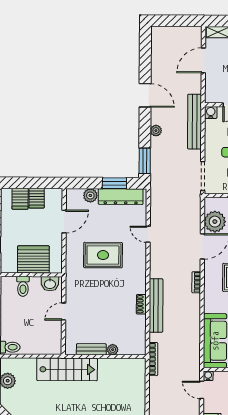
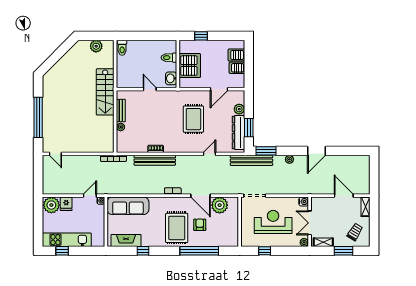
bench: (195, 122) -> (251, 160), moved
door: (64, 222) -> (219, 89), hinge flipped

